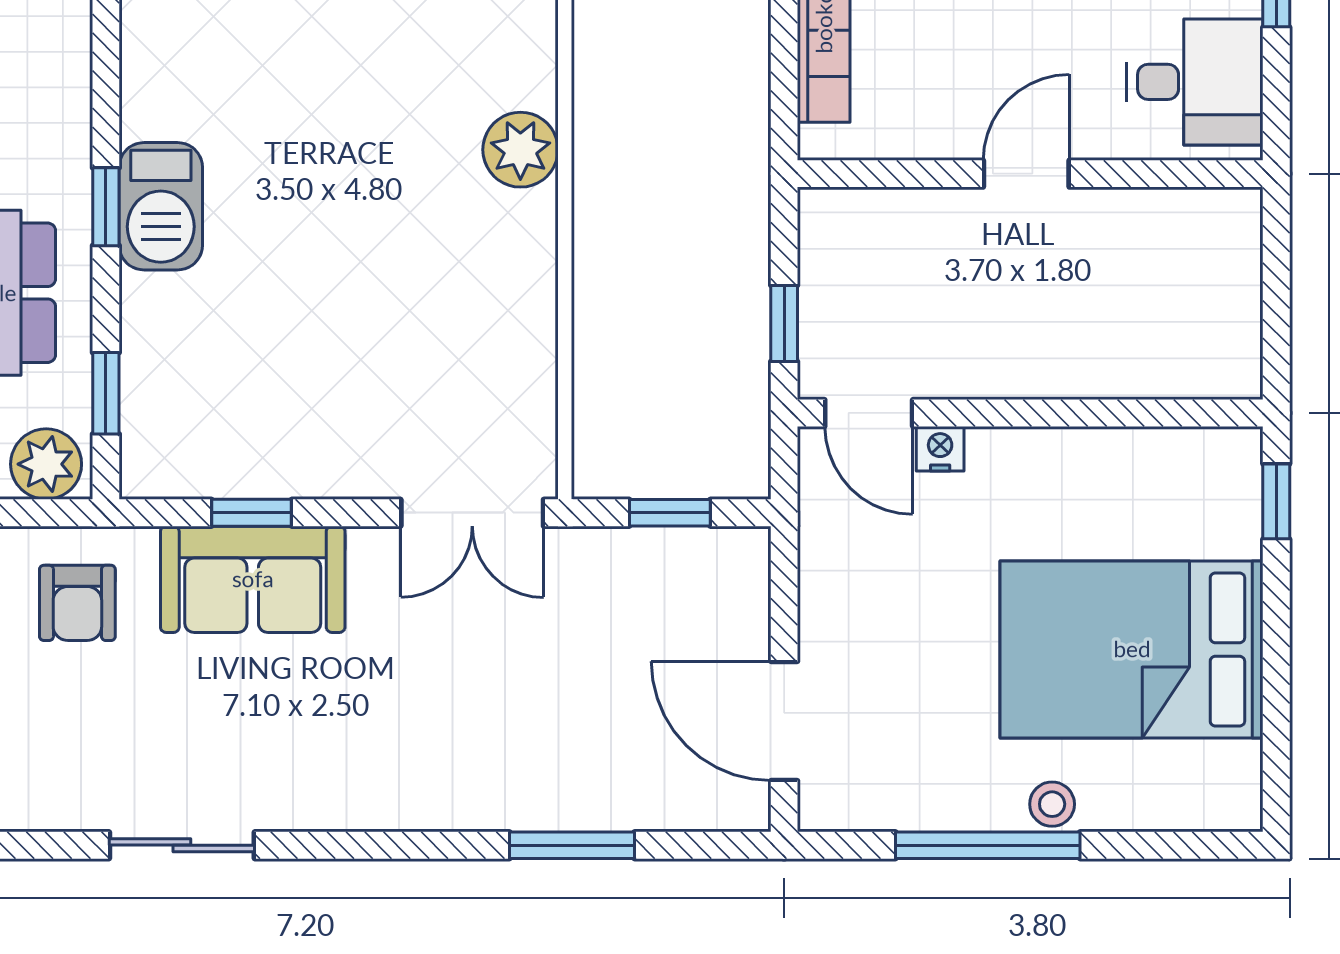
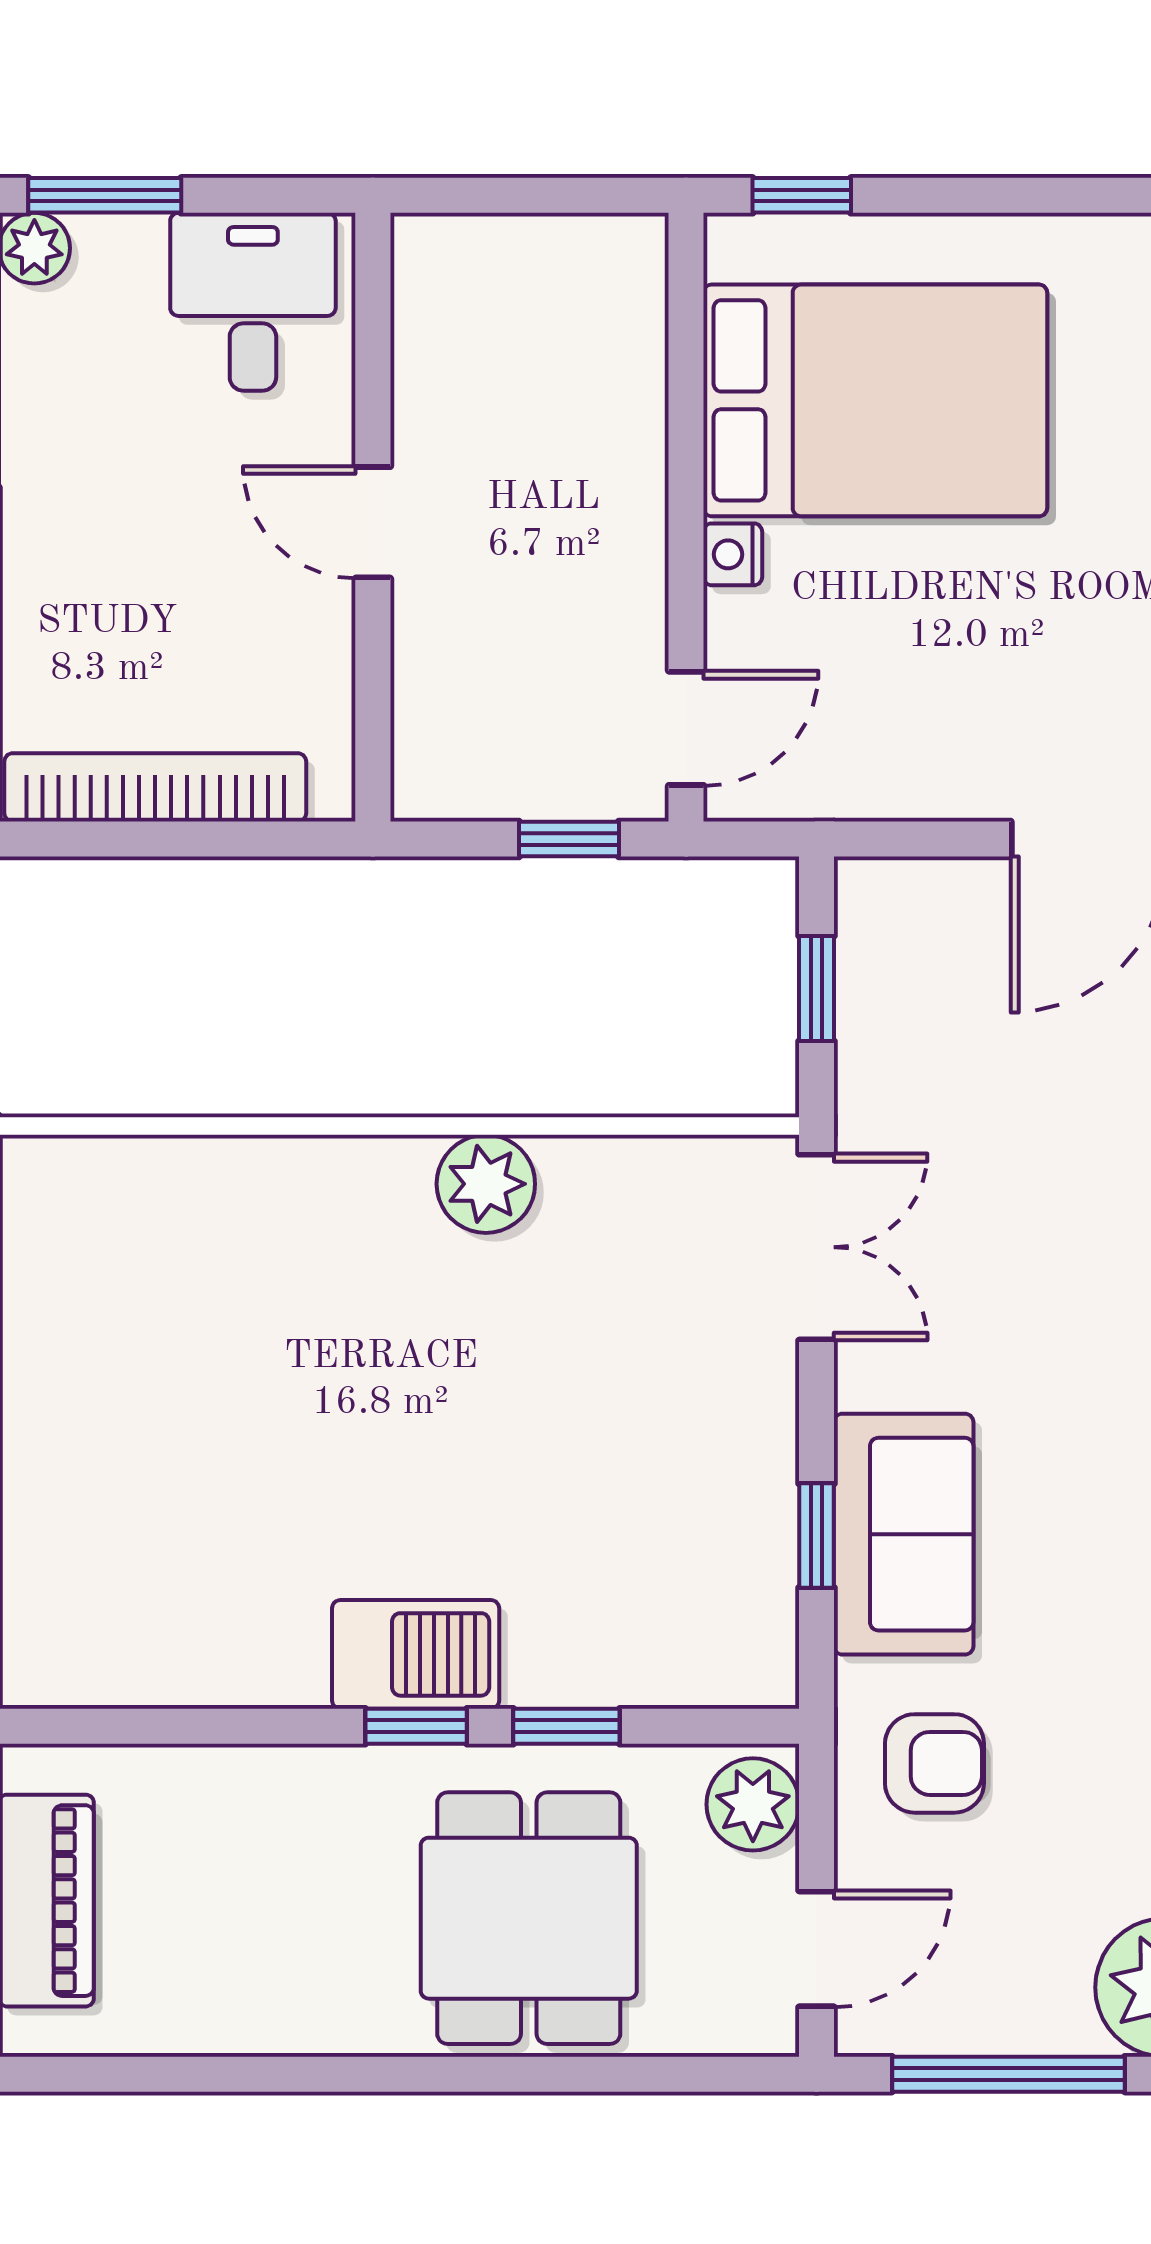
plant: (520, 150) -> (486, 1184), moved
window: (106, 393) -> (566, 1726), moved
nightstand: (940, 449) -> (733, 554), moved
bed: (1132, 649) -> (875, 400), moved, turned -90

